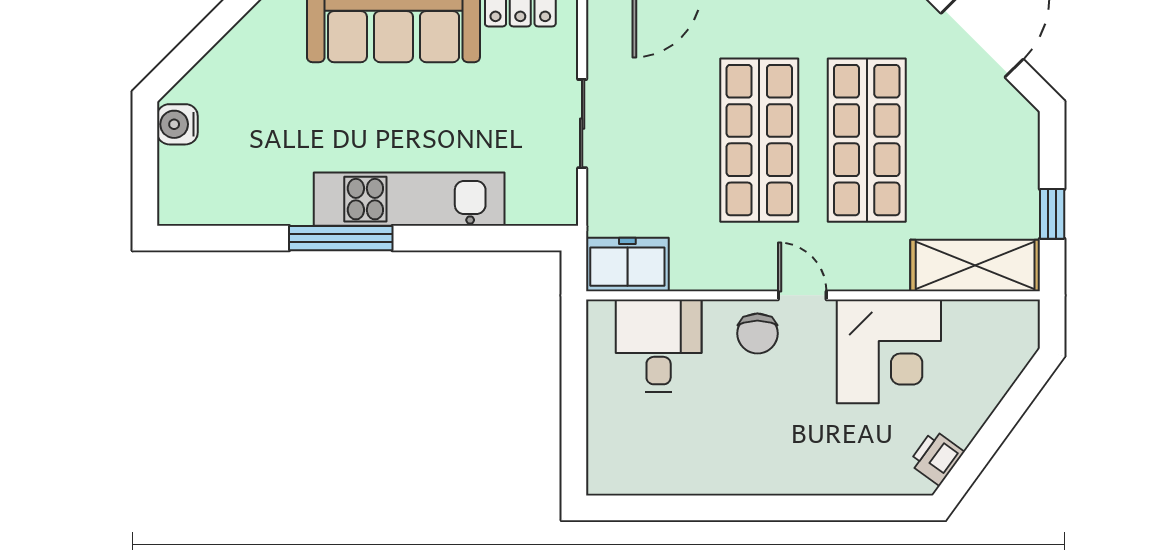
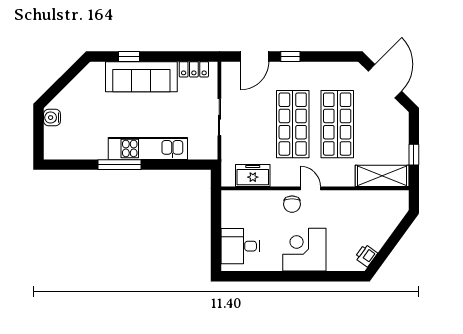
freezer: (627, 265) -> (253, 176), moved
desk: (659, 346) -> (240, 246), moved, turned -90
corner desk: (889, 351) -> (304, 250), moved, turned 180

